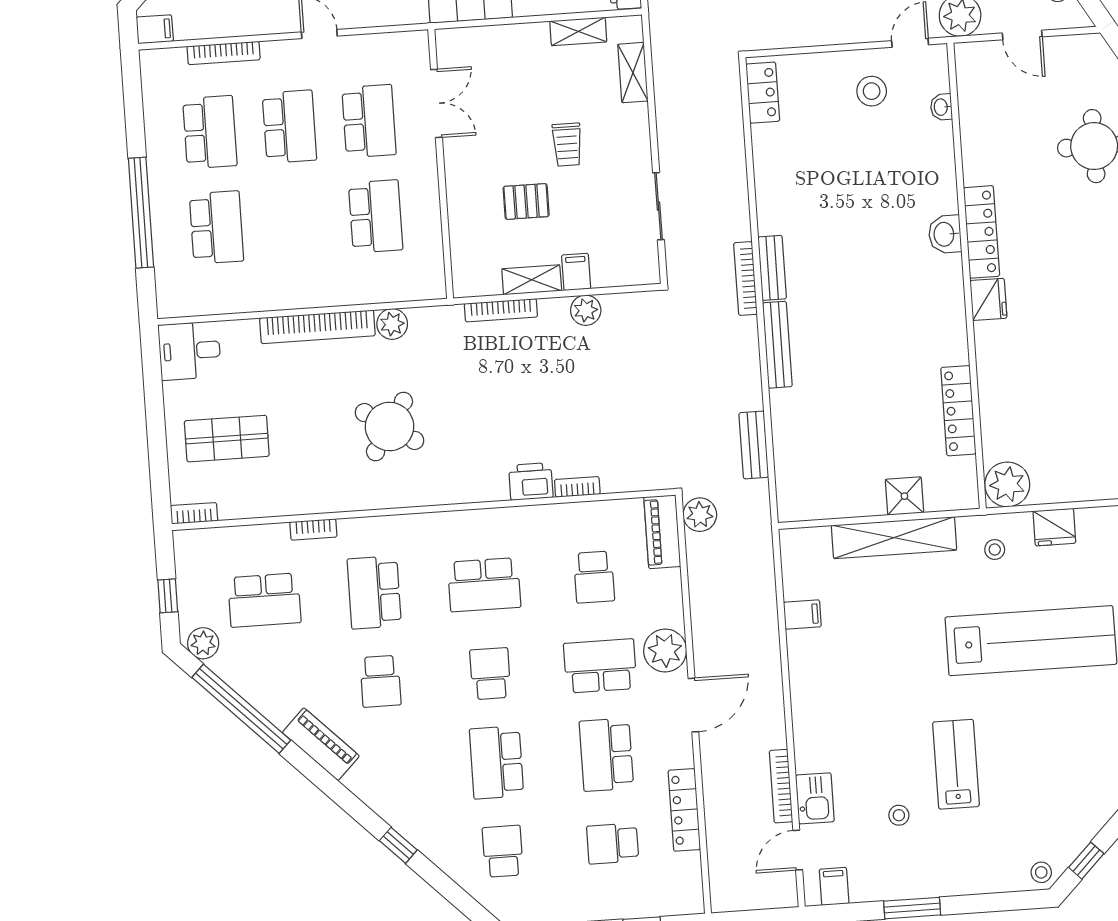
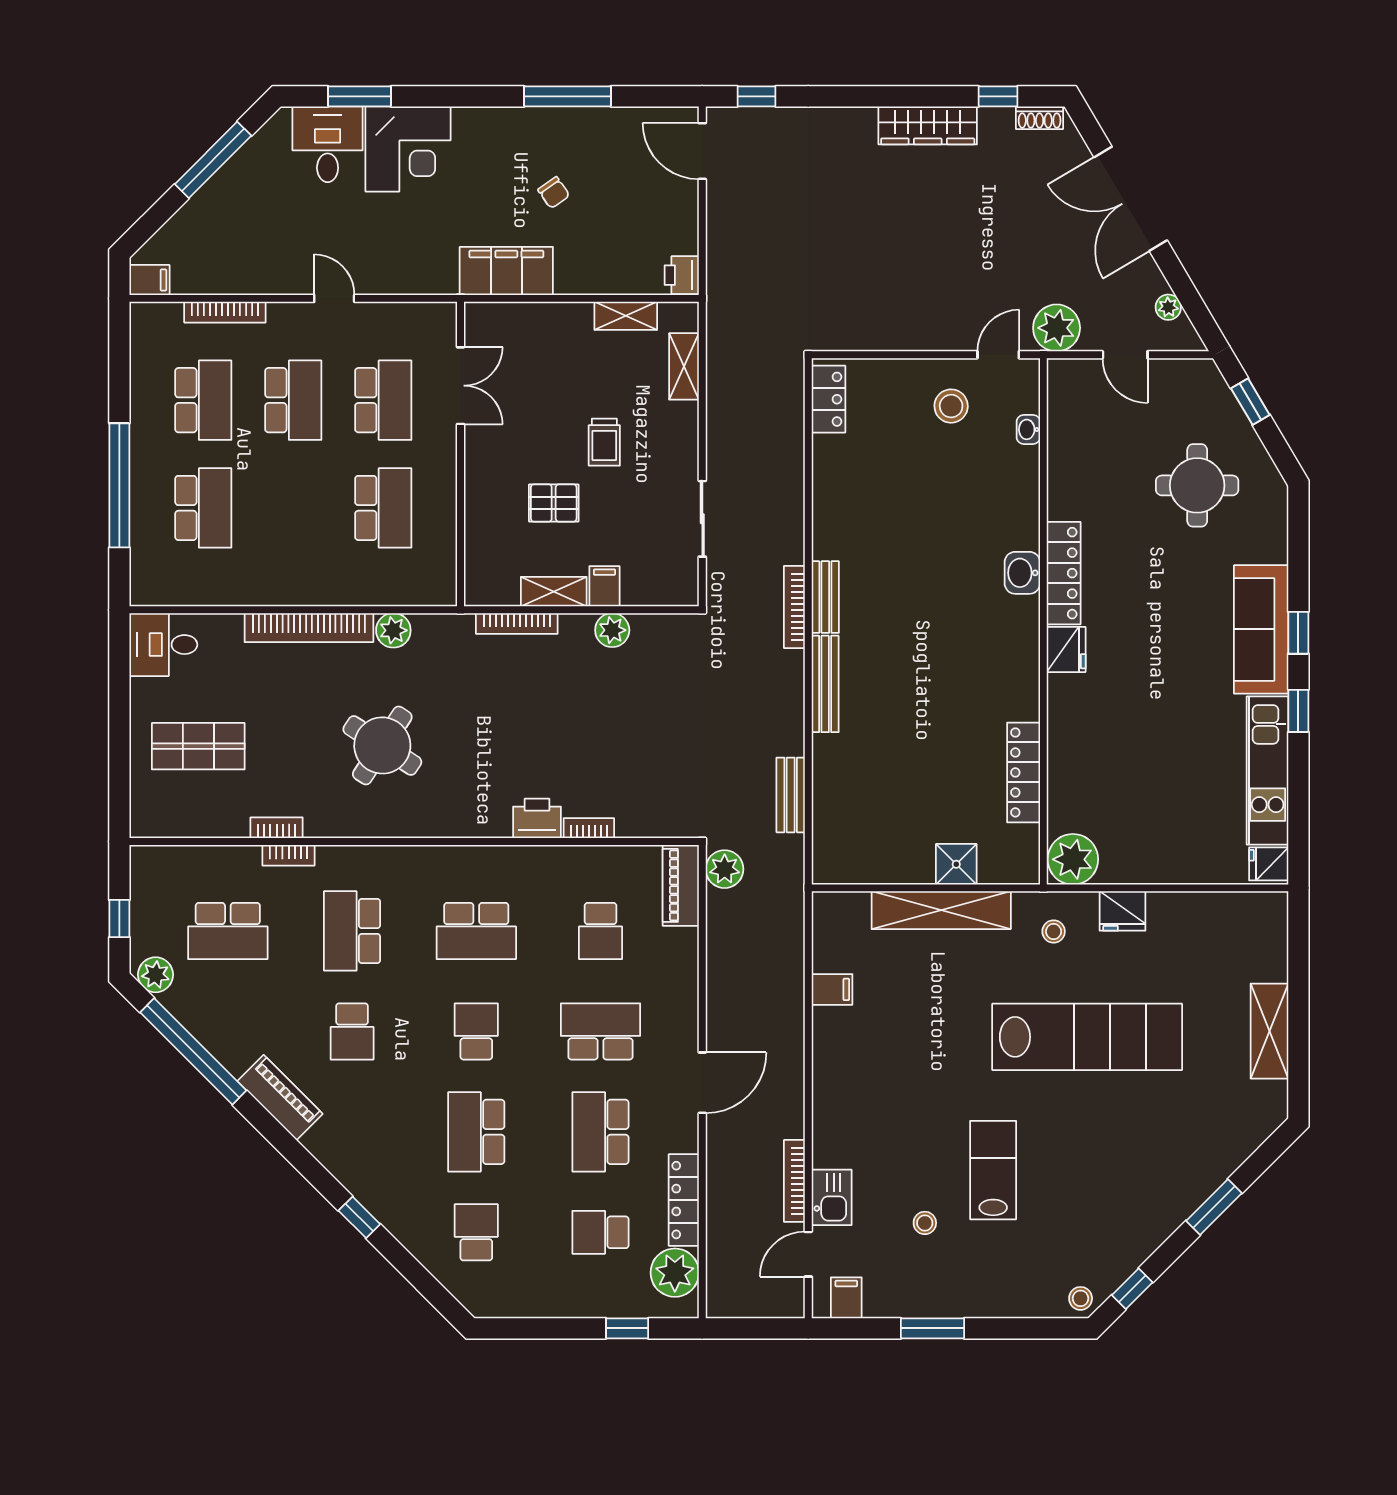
bookcase: (194, 513) -> (277, 828), moved
plant: (665, 650) -> (675, 1273), moved

